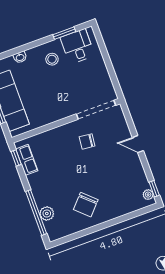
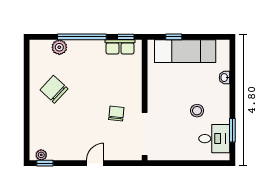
stool: (52, 59) -> (197, 111), moved
window: (36, 213) -> (82, 37), moved

